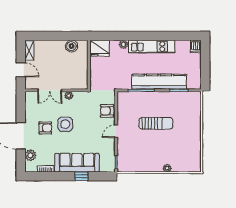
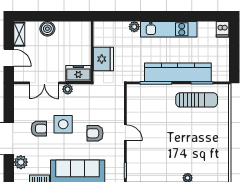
boiler: (72, 46) -> (47, 29), moved
fridge: (100, 48) -> (103, 59), moved, turned -90
freezer: (78, 83) -> (78, 73), added
armchair: (107, 111) -> (95, 133), moved
sun lounger: (156, 123) -> (197, 100), moved
door: (116, 131) -> (125, 133), swing flipped

